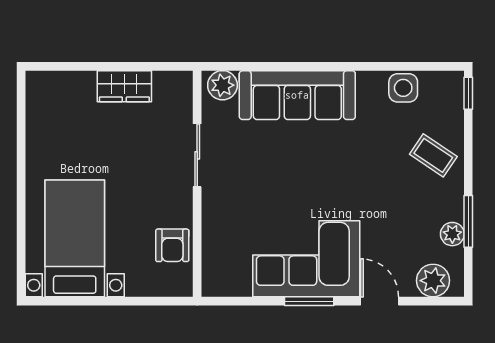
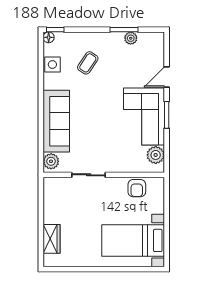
floor lamp: (454, 81) -> (49, 37), added
wardrobe: (124, 86) -> (52, 239), moved
coffee table: (433, 155) -> (88, 63), moved
armchair: (172, 245) -> (137, 188), turned 90
plant: (433, 281) -> (156, 155), moved

